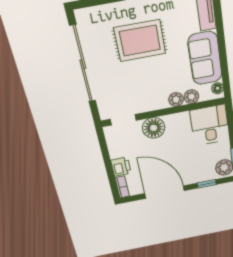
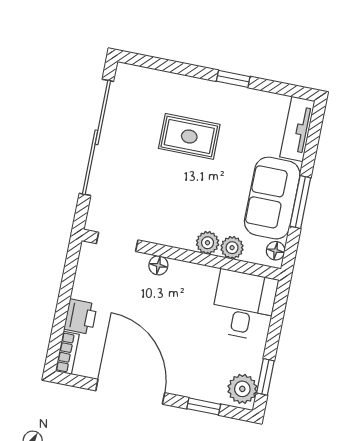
rug: (140, 41) -> (189, 136), width x0.73, depth x0.70
window: (223, 54) -> (300, 202), added
floor lamp: (154, 128) -> (158, 265), width x0.53, depth x0.53

